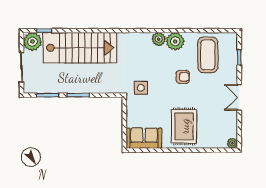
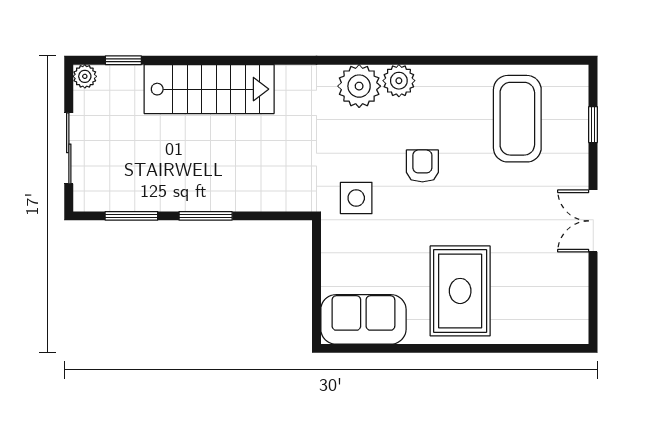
plant: (175, 41) -> (359, 86), moved
plant: (32, 42) -> (85, 76), width x0.53, depth x0.53
stairs: (80, 48) -> (209, 89), width x0.73, depth x0.66
armchair: (183, 77) -> (422, 166), moved, turned -90
plant: (232, 143) -> (576, 332), removed

